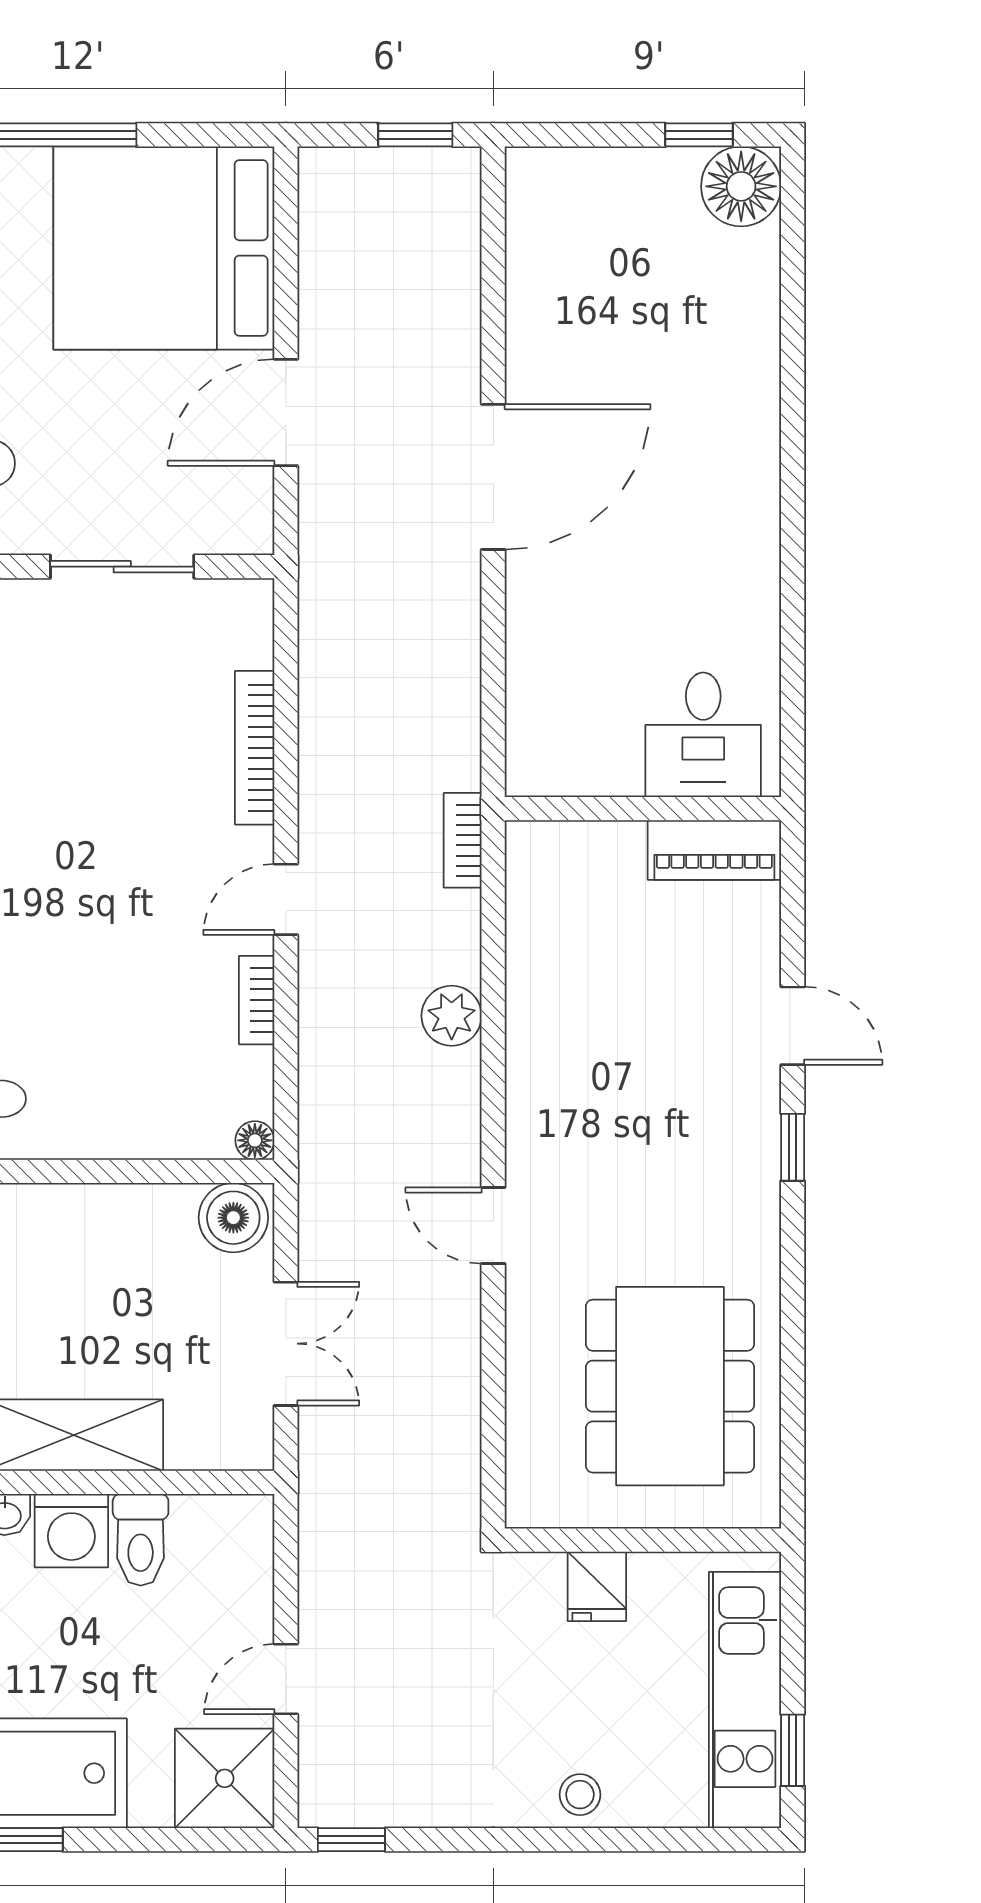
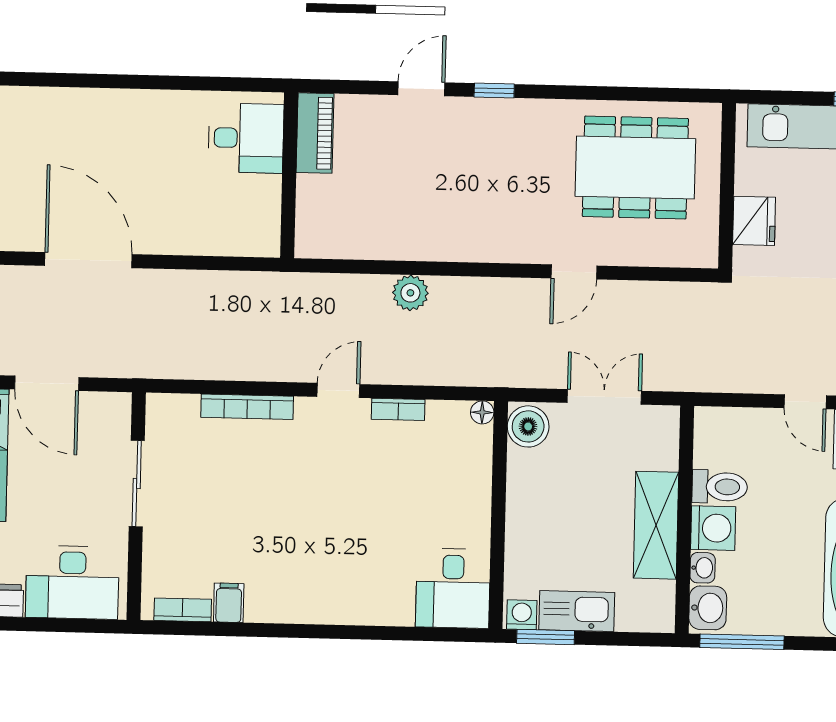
bookcase: (463, 840) -> (306, 284), removed
door: (286, 899) -> (338, 390), swing flipped
door: (493, 1226) -> (574, 272), moved
fridge: (597, 1586) -> (754, 221), width x1.38

